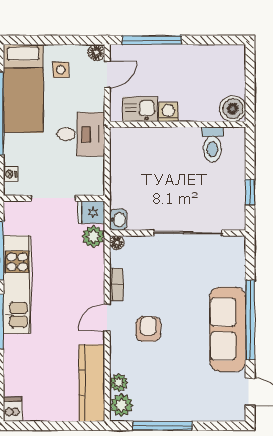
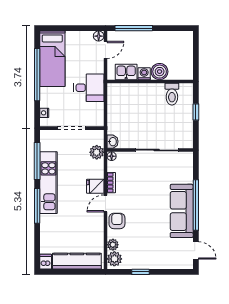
side table: (61, 70) -> (76, 47), removed
boiler: (233, 109) -> (160, 72), moved
window: (250, 192) -> (196, 112), moved
fridge: (91, 212) -> (95, 186), moved
armchair: (148, 329) -> (117, 221), moved
kitchen counter: (92, 383) -> (77, 261), moved, turned 90
window: (162, 426) -> (140, 272), width x0.46

